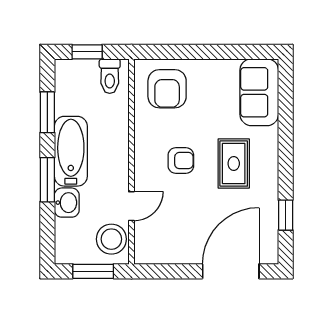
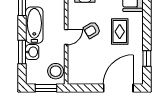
armchair: (181, 161) -> (92, 30), turned 150
window: (47, 180) -> (22, 52), moved
door: (131, 206) -> (66, 37), moved

